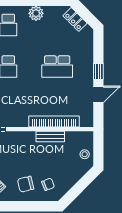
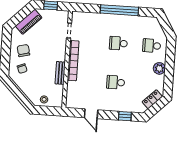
school desk: (57, 67) -> (116, 82), width x0.54
window: (98, 71) -> (125, 116), moved
bookcase: (54, 121) -> (73, 61), moved

